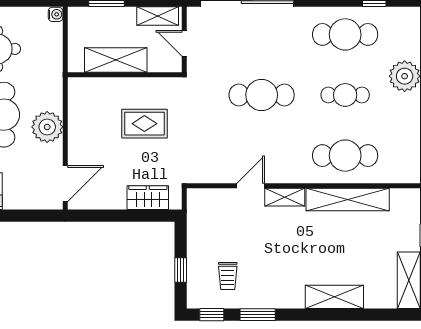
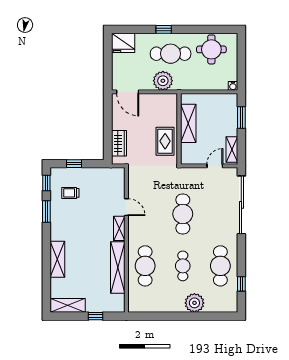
shelving: (116, 60) -> (188, 123), moved
wall: (125, 75) -> (179, 129), moved

